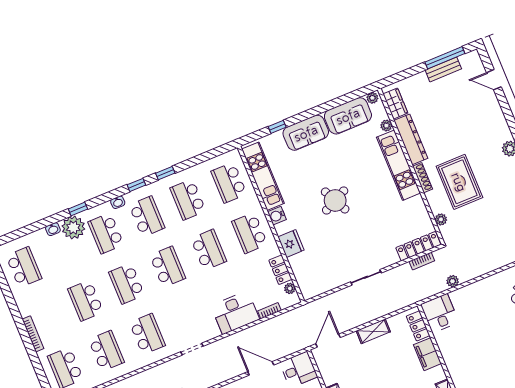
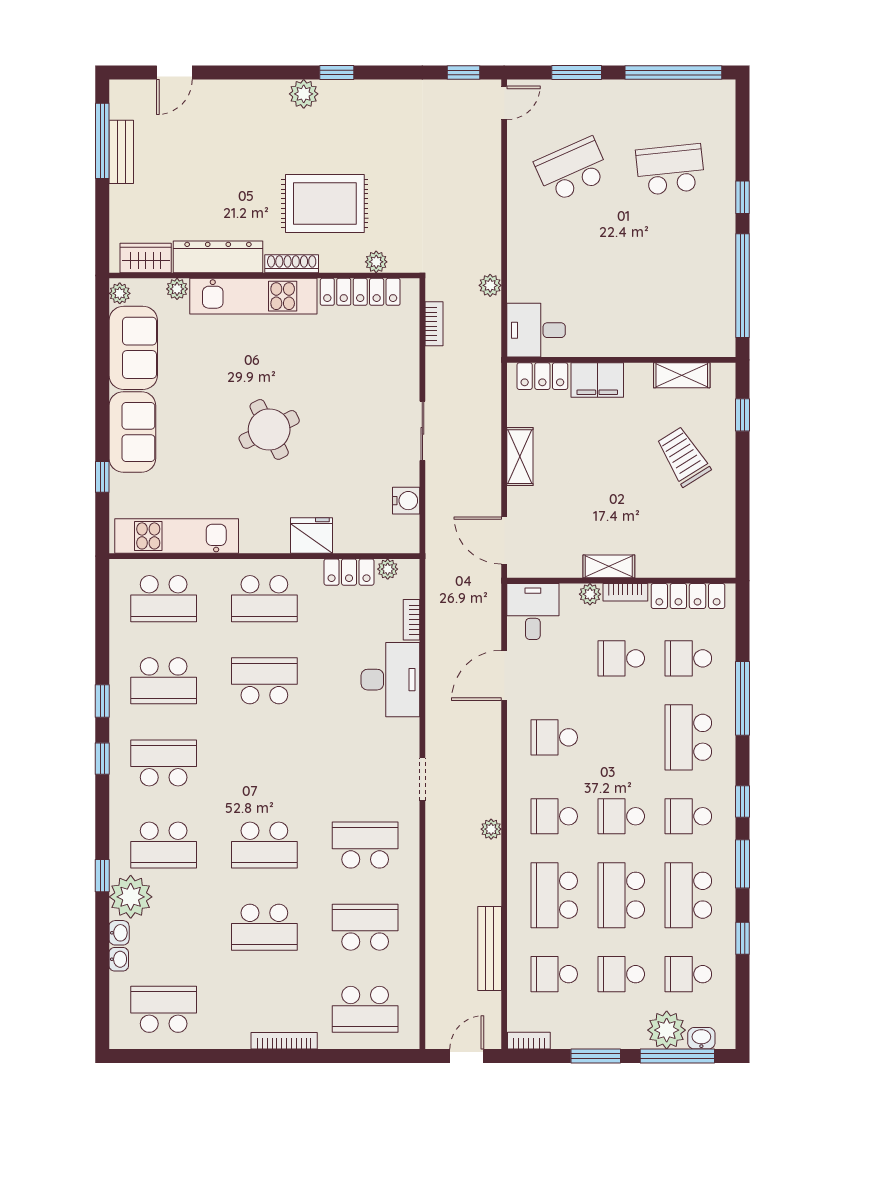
washbasin: (118, 202) -> (119, 959), moved
water cooler: (277, 216) -> (406, 501), moved, turned -90
locker: (418, 246) -> (360, 292), moved, turned -90
school desk: (168, 267) -> (264, 763), removed

